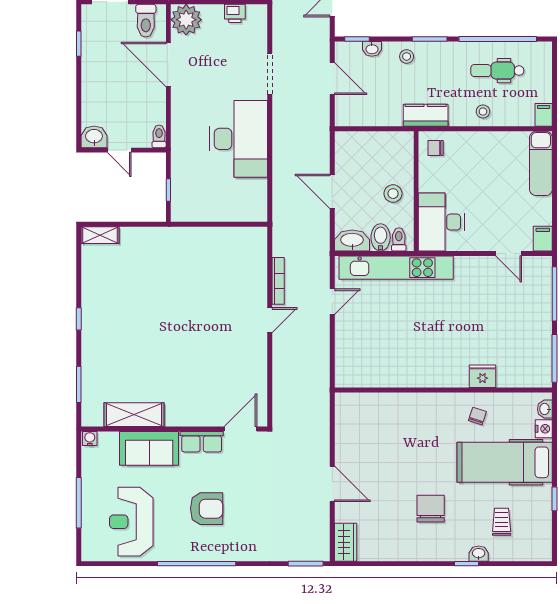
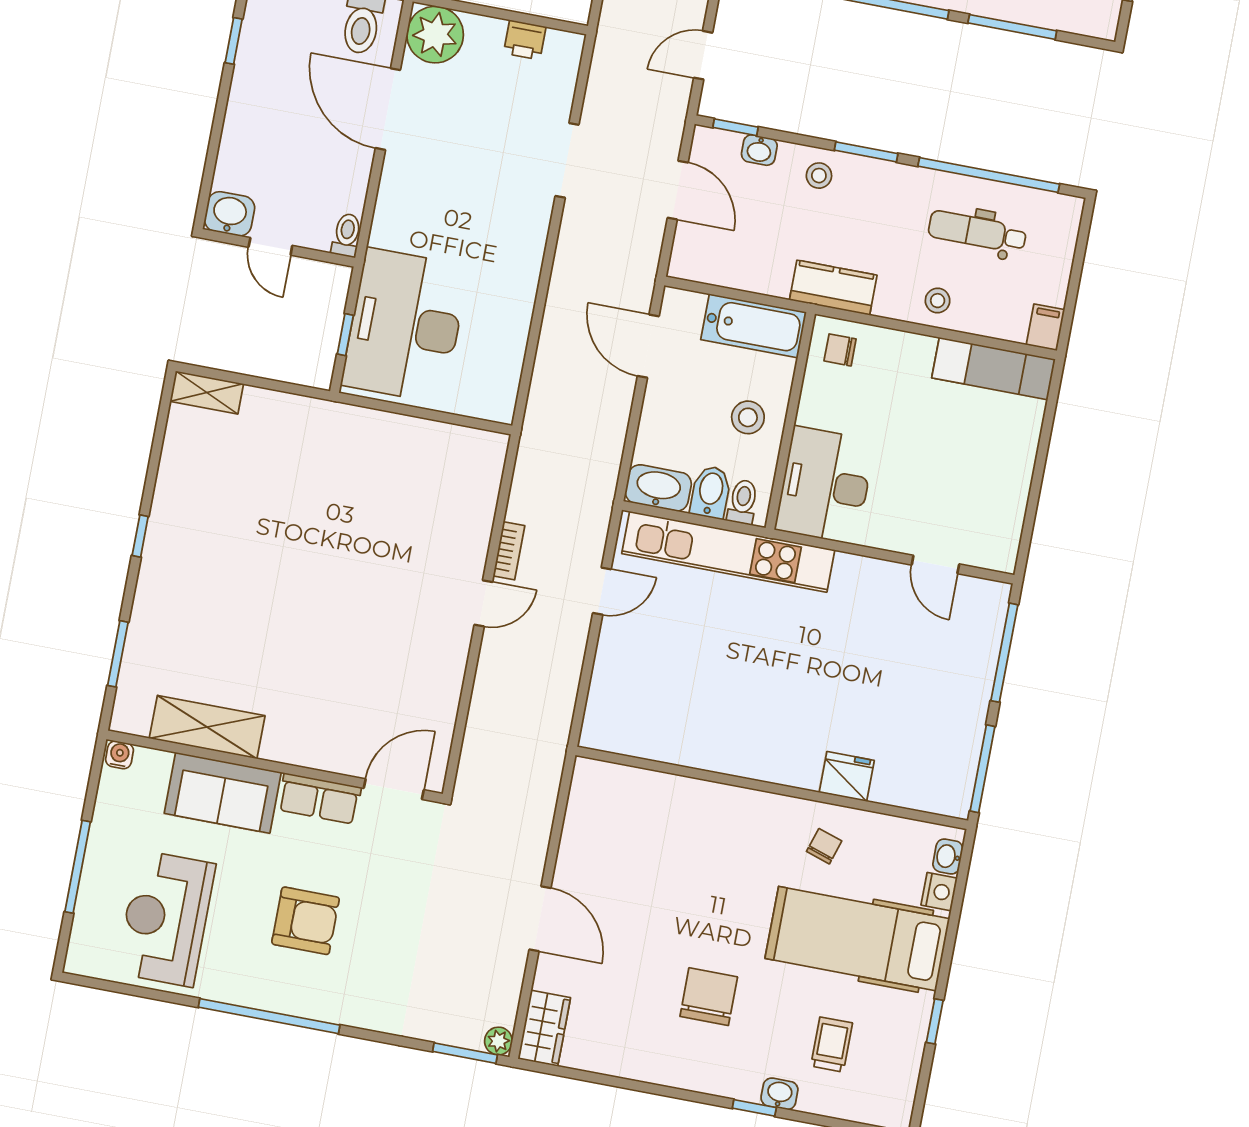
desk: (239, 139) -> (405, 326), moved, turned 180
bathtub: (387, 144) -> (754, 326), added
exam couch: (541, 163) -> (994, 368), moved, turned -90
door: (332, 191) -> (648, 346), moved
filing cabinet: (543, 239) -> (1002, 549), removed
bookcase: (278, 281) -> (509, 551), width x0.64
plant: (322, 554) -> (498, 1041), added

